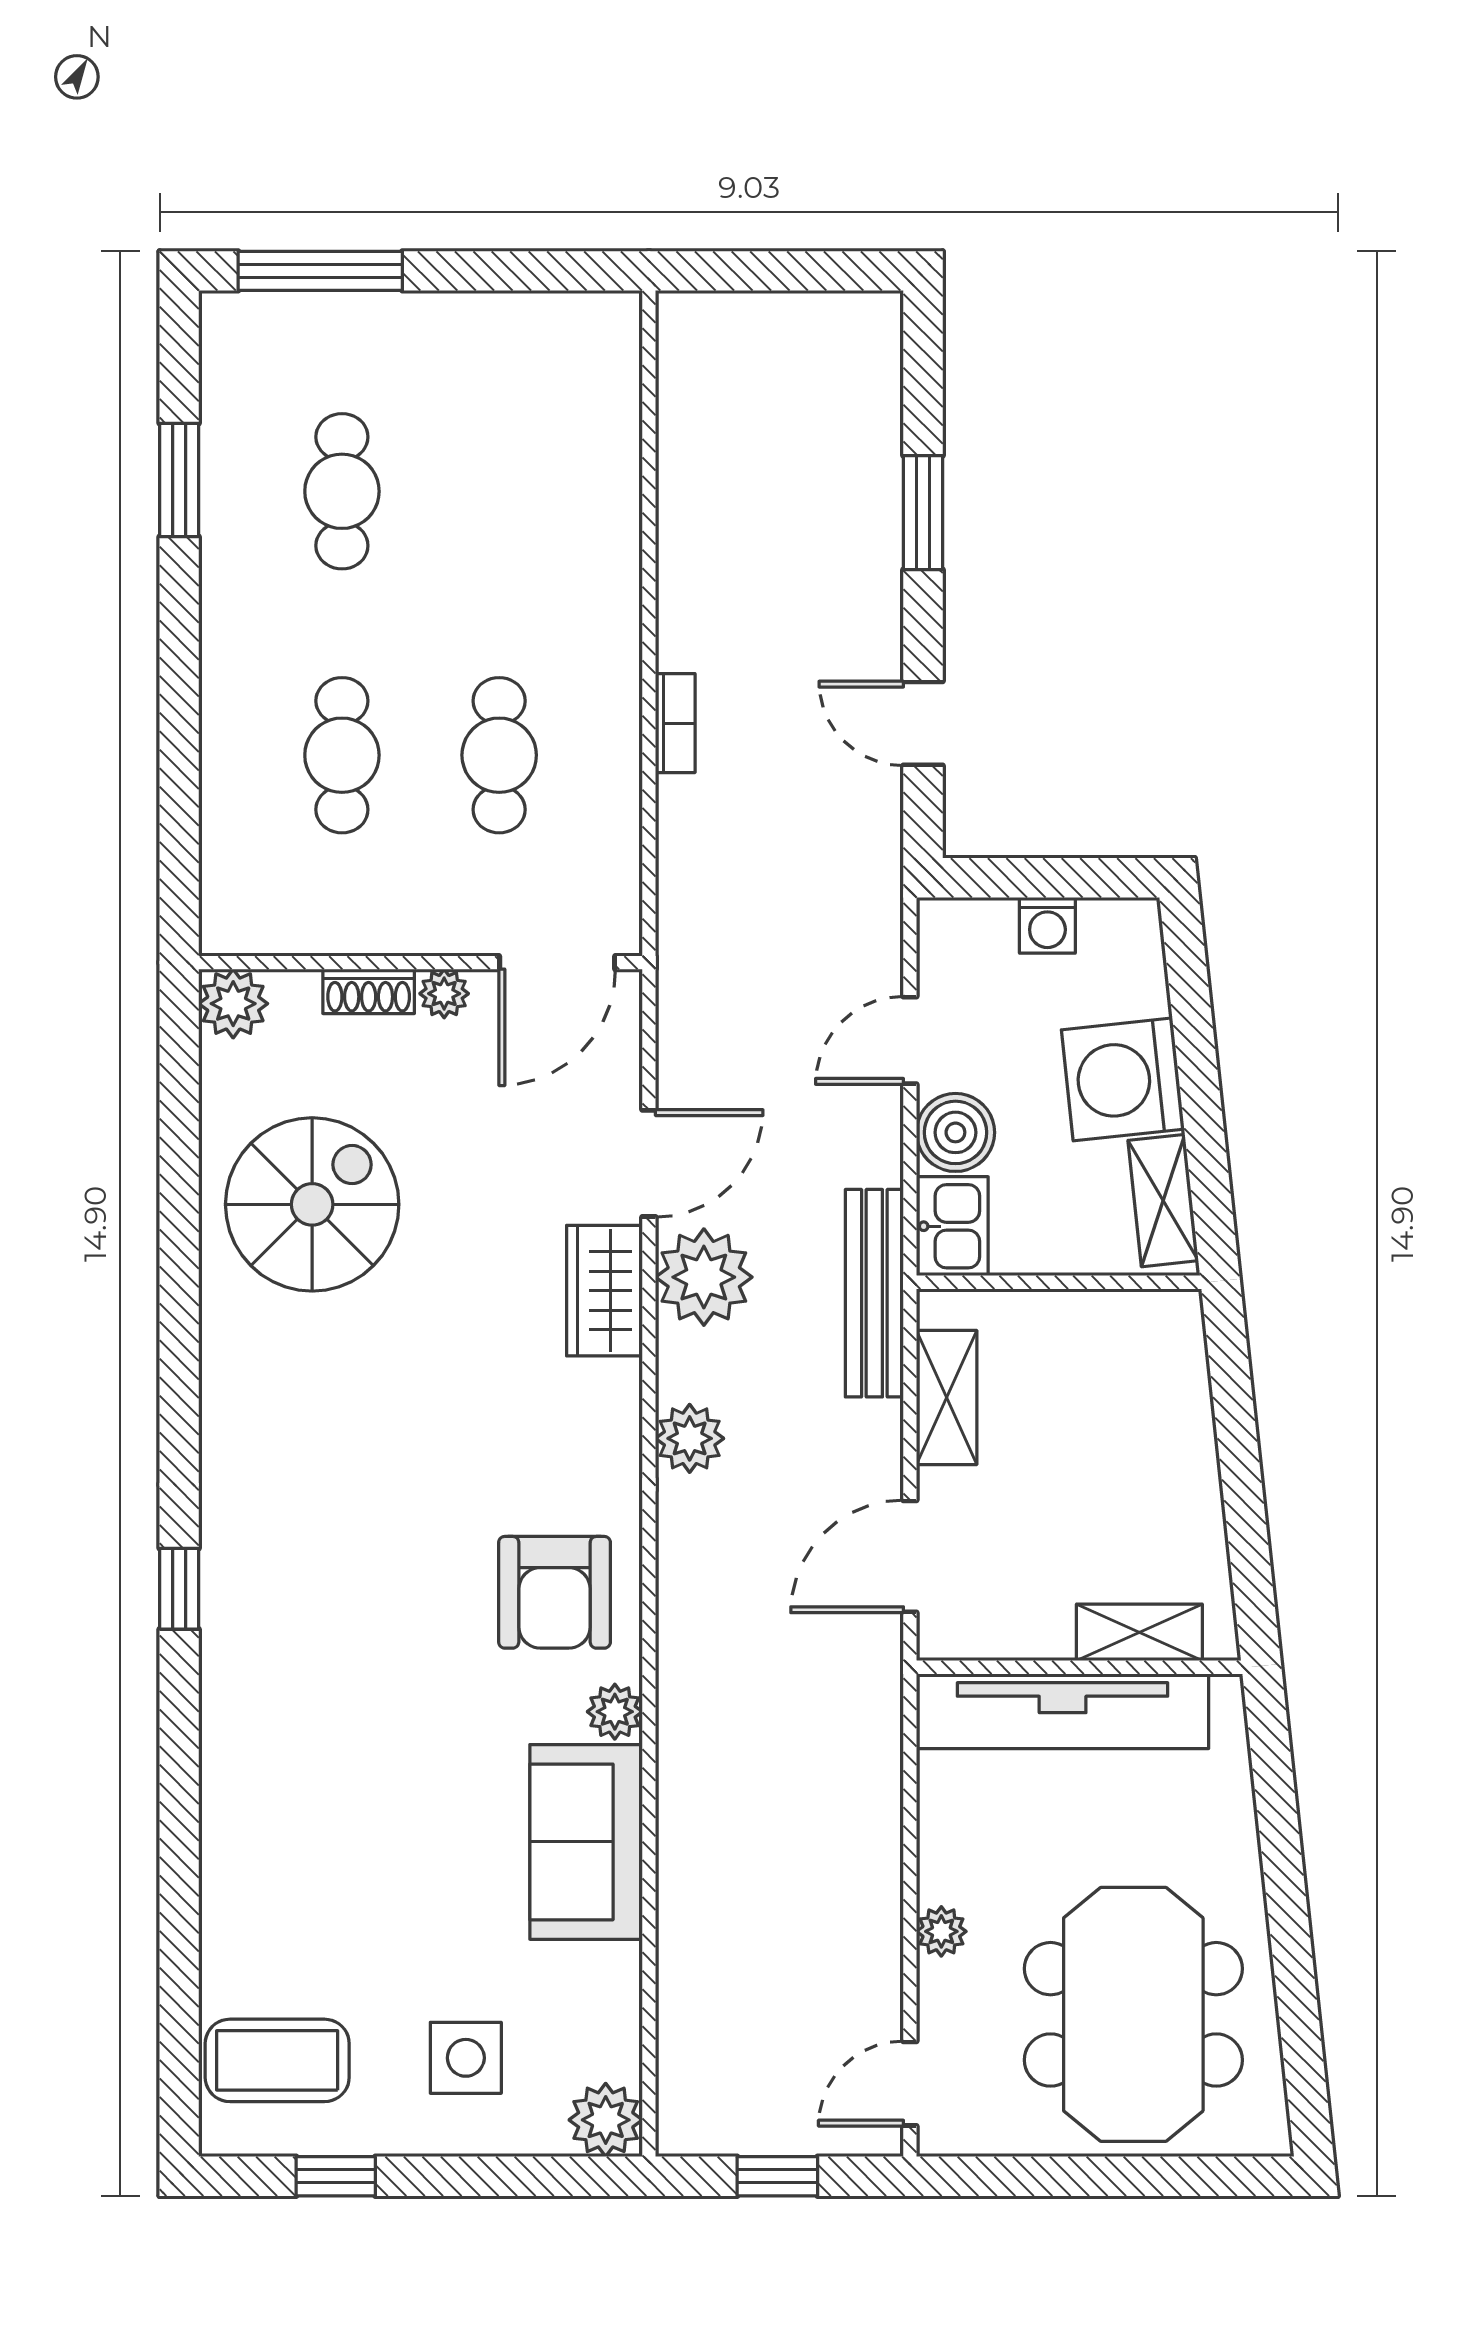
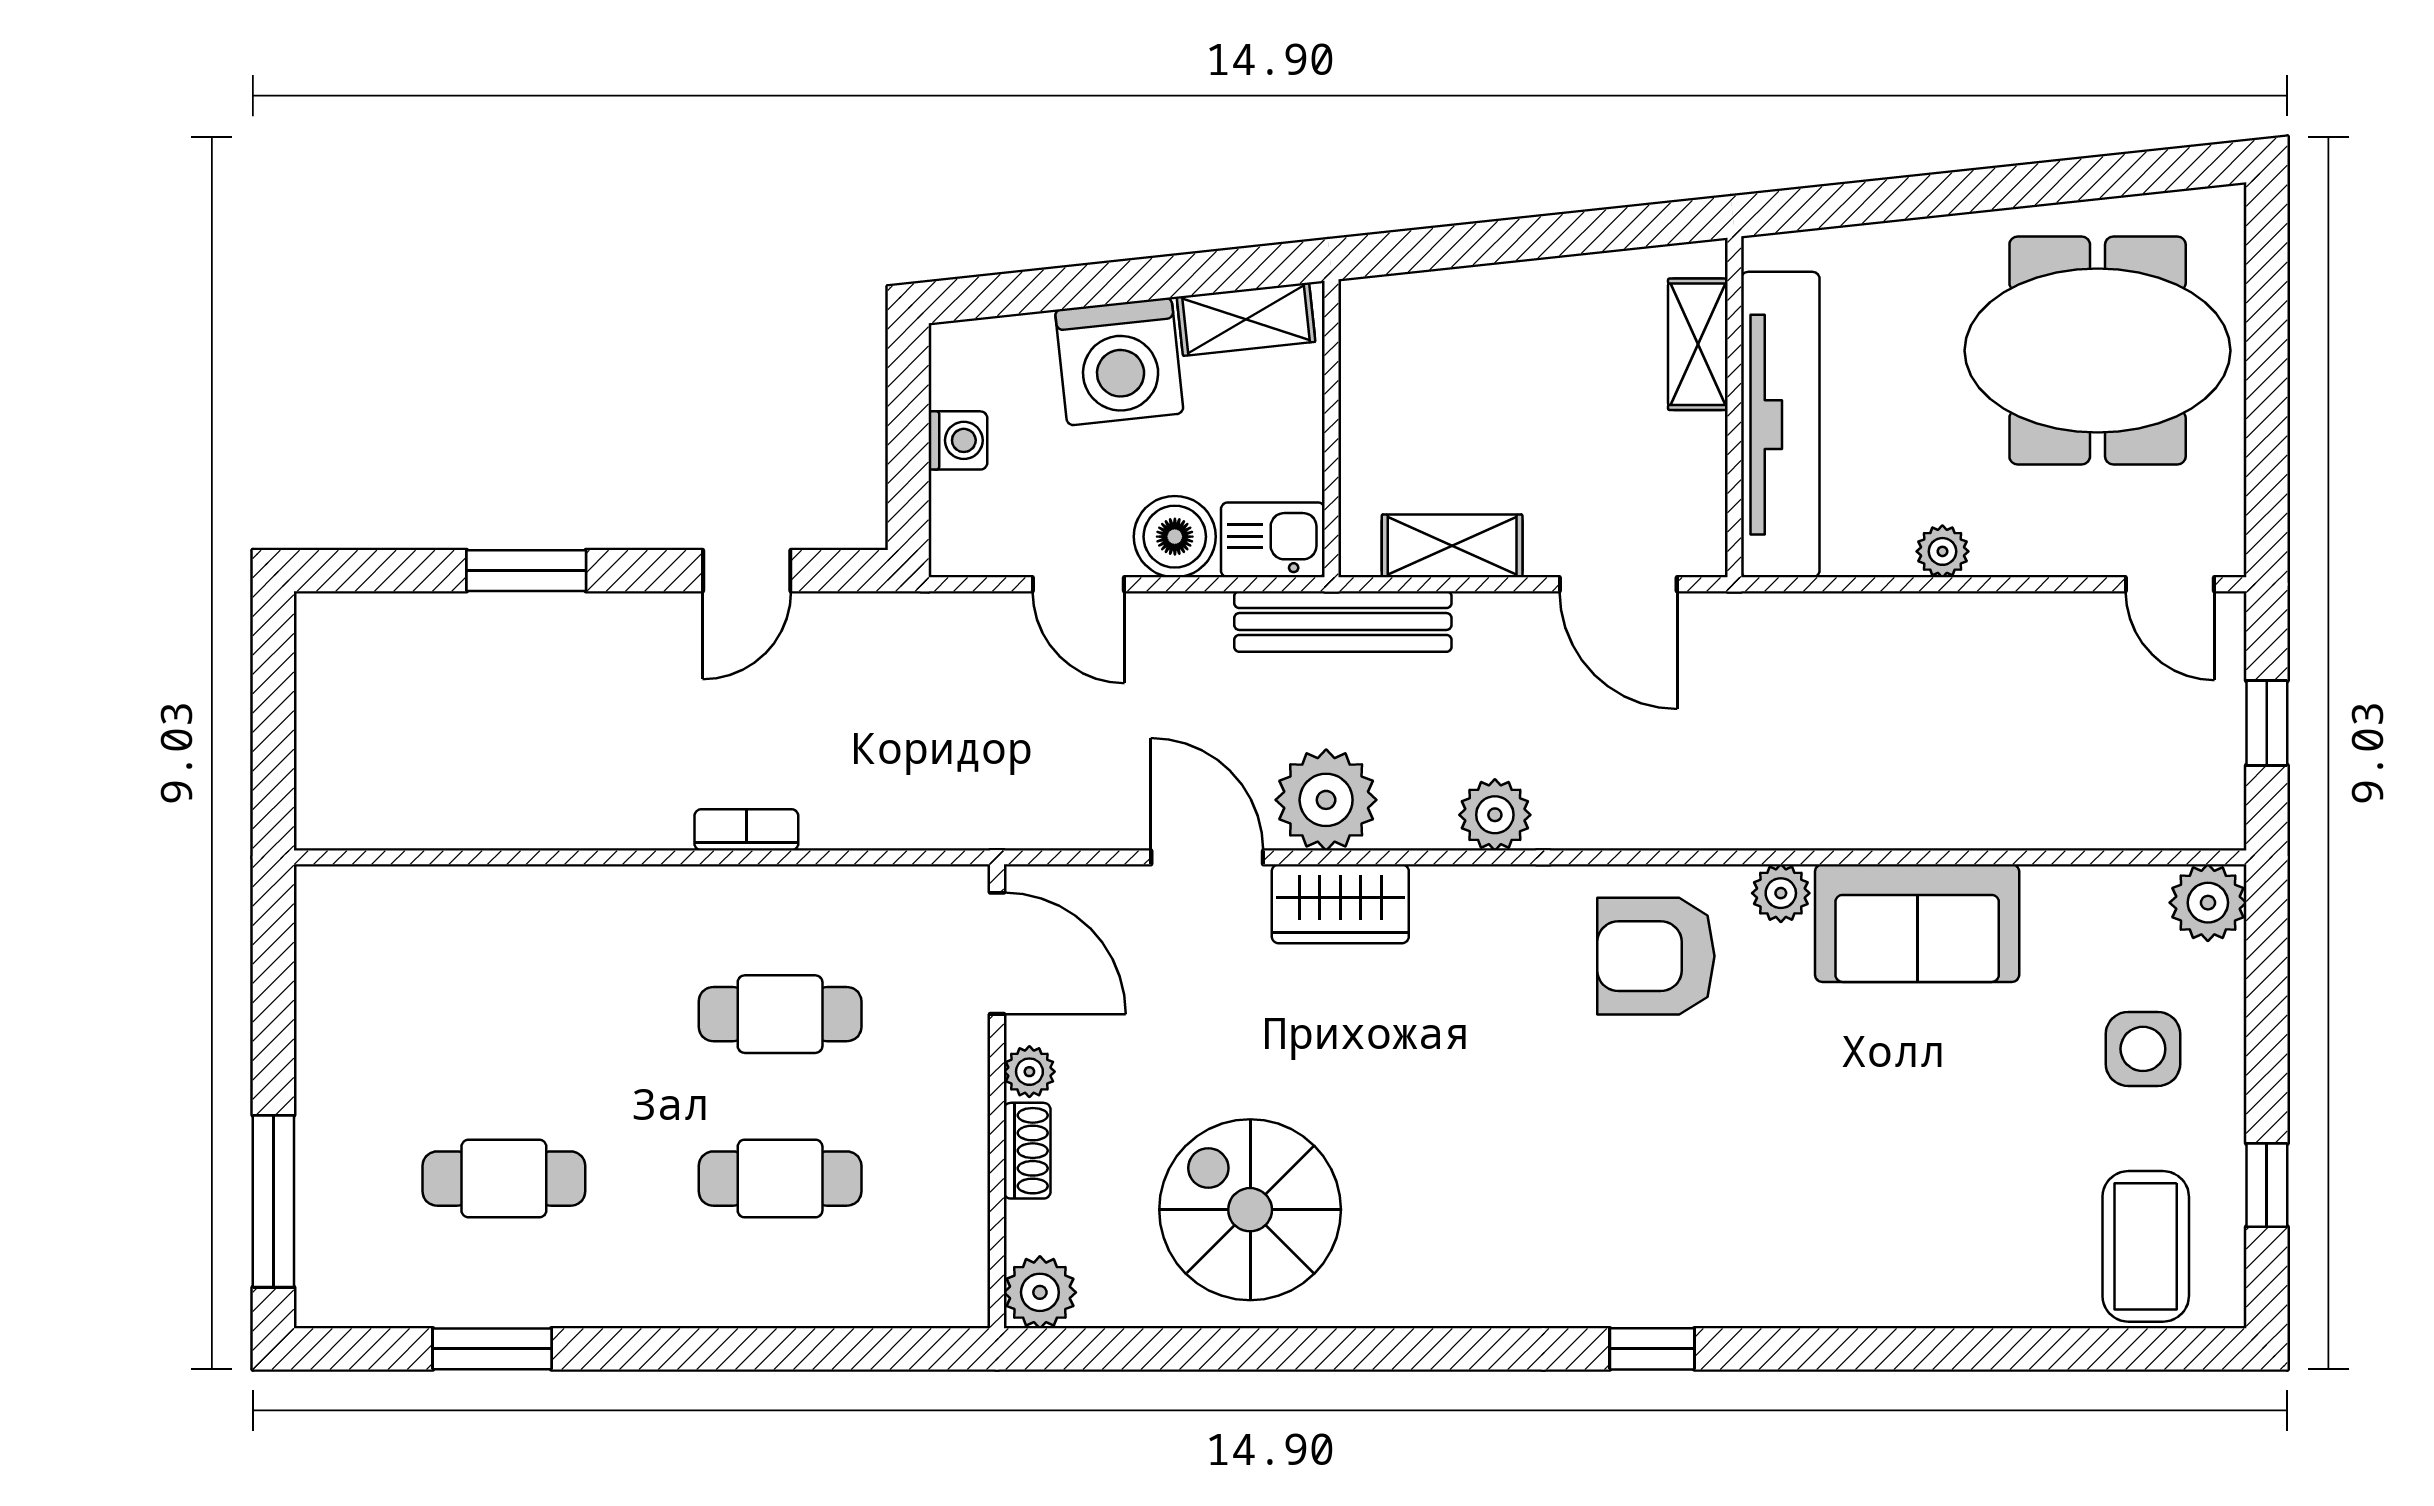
armchair: (555, 1592) -> (1656, 956), turned 180
plant: (941, 1931) -> (1942, 551), moved

